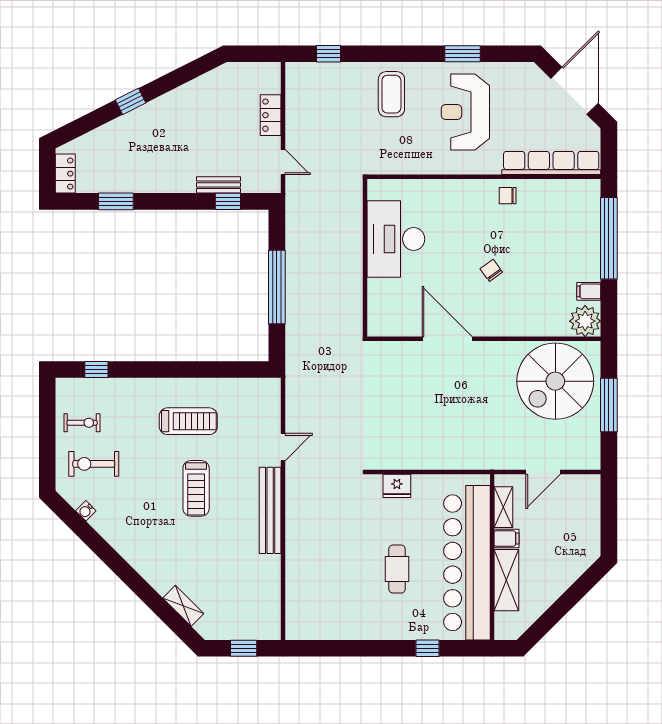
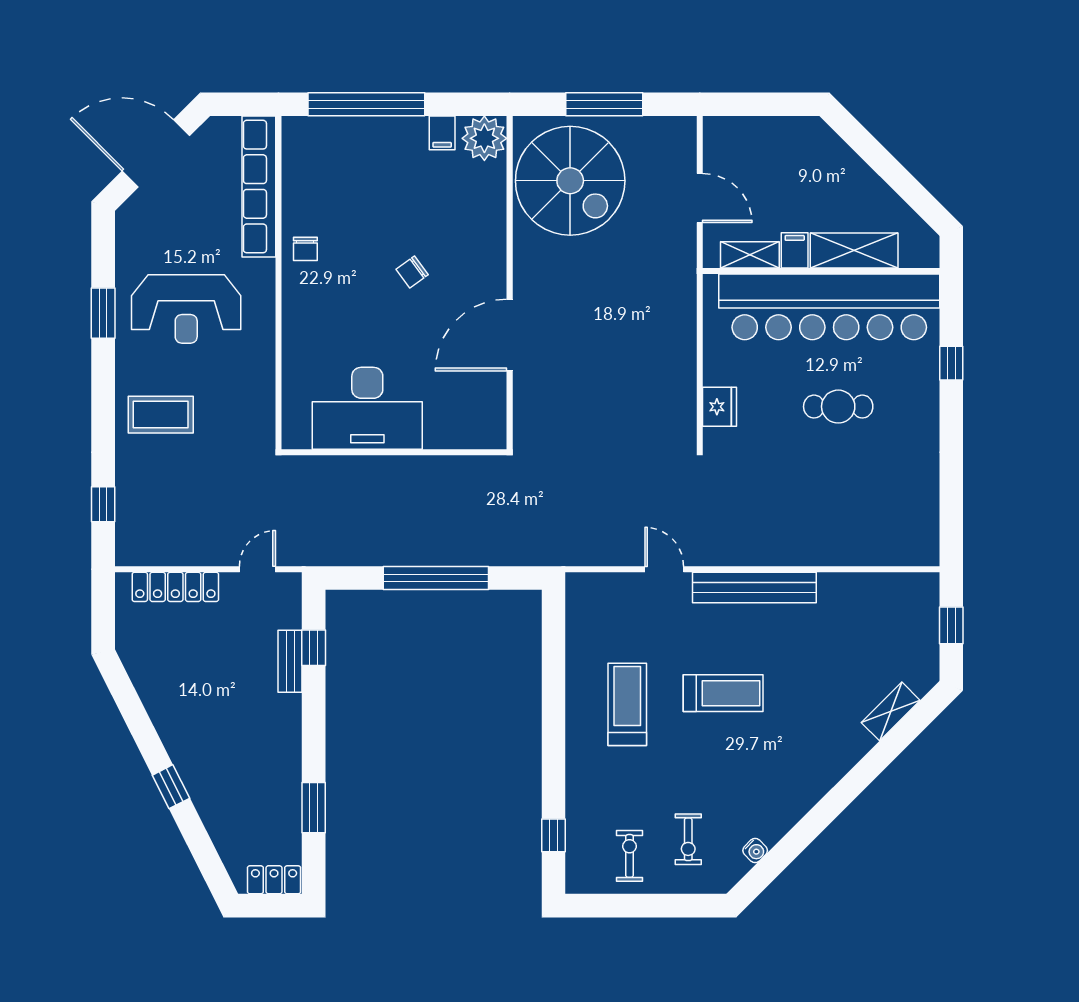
locker: (271, 115) -> (175, 587), width x1.53
exercise bike: (94, 464) -> (688, 839), width x0.73, depth x0.72

